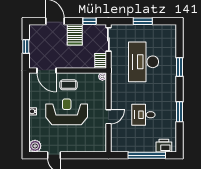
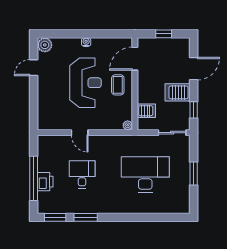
server rack: (101, 61) -> (146, 111), moved
window: (180, 67) -> (55, 217), moved
printer: (164, 146) -> (45, 182), moved

